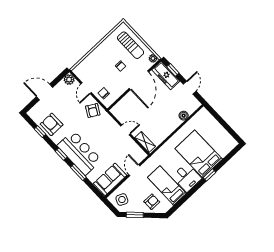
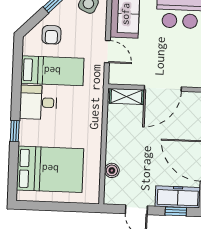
door: (126, 130) -> (163, 88), width x1.88
bed: (199, 154) -> (50, 169), moved

